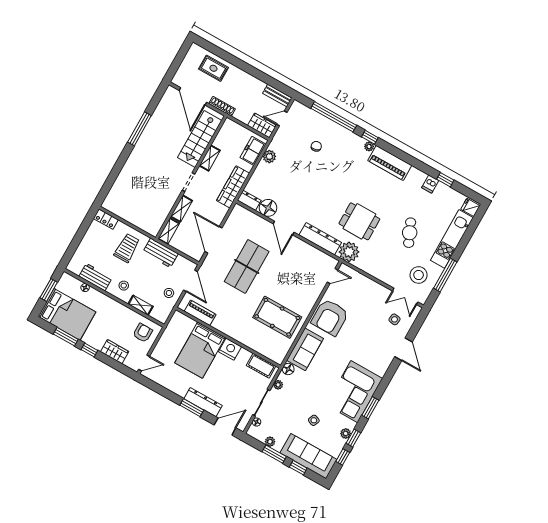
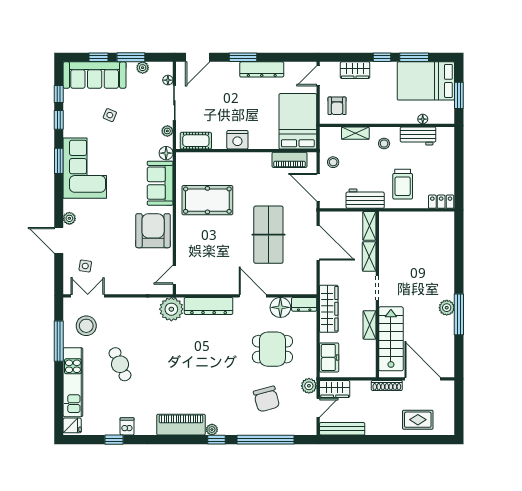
bench: (277, 95) -> (342, 429), width x1.36
plant: (146, 139) -> (447, 308), added
chair: (316, 146) -> (266, 399), width x1.87, depth x1.87
plant: (269, 157) -> (309, 386), moved
dining table: (359, 221) -> (272, 349), moved
bed: (200, 350) -> (298, 121), moved
dresser: (203, 402) -> (262, 69), moved
plant: (346, 434) -> (69, 218), moved

